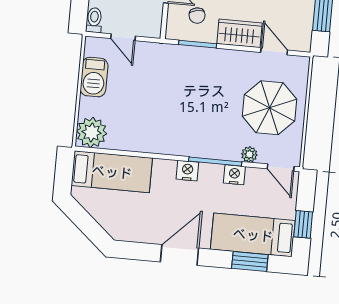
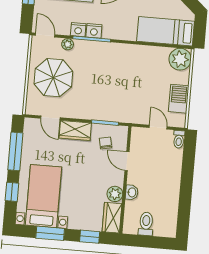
nightstand: (187, 171) -> (94, 31), moved

